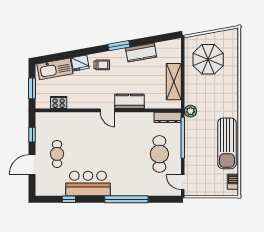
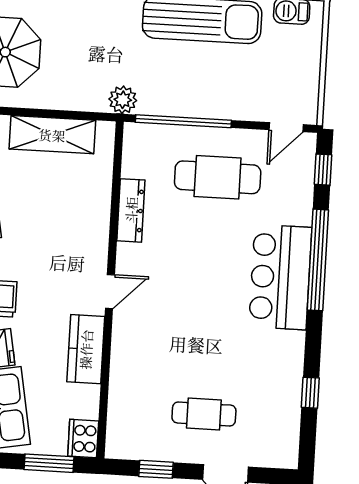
kitchen counter: (129, 101) -> (86, 349), moved
cooker: (59, 102) -> (83, 439), moved
dresser: (168, 117) -> (131, 210), moved
bar counter: (88, 183) -> (280, 277), moved
window: (165, 199) -> (323, 170), added

